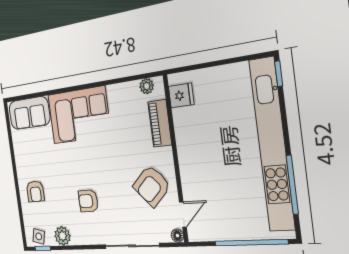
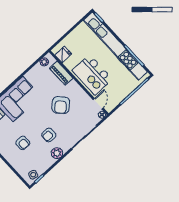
kitchen island: (204, 163) -> (92, 75), added
armchair: (152, 186) -> (61, 105), moved
armchair: (35, 192) -> (23, 143), moved
plant: (62, 236) -> (57, 153), moved

